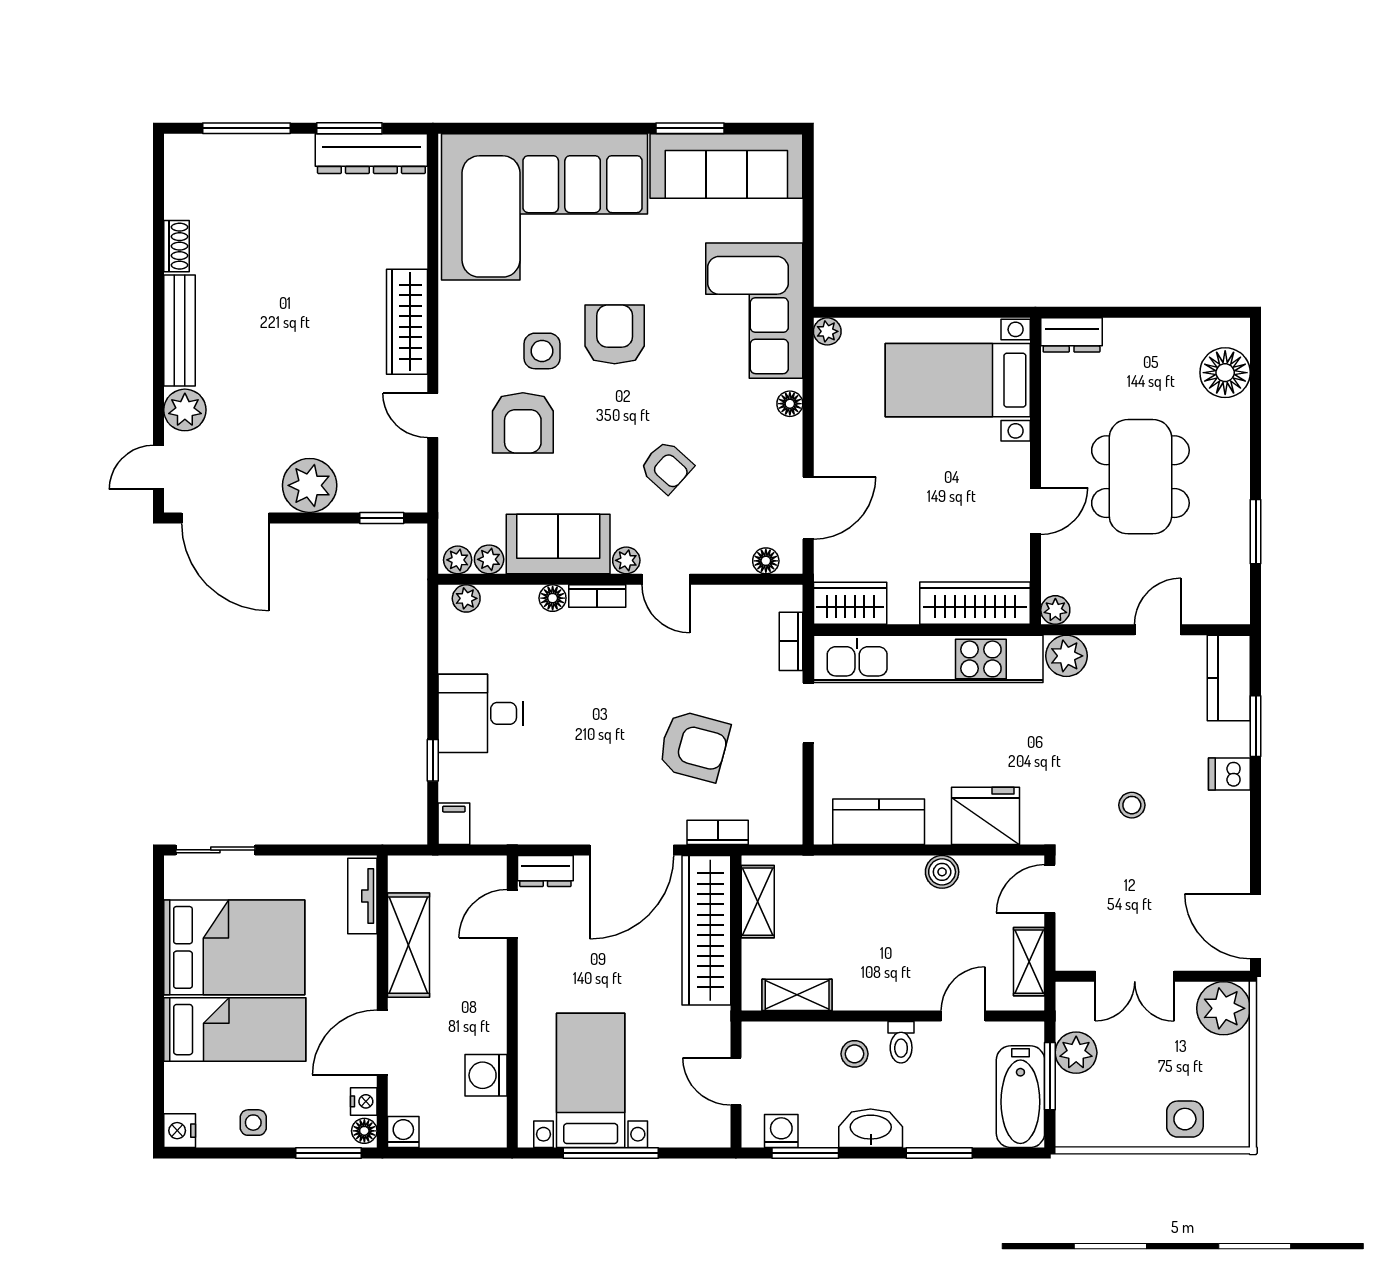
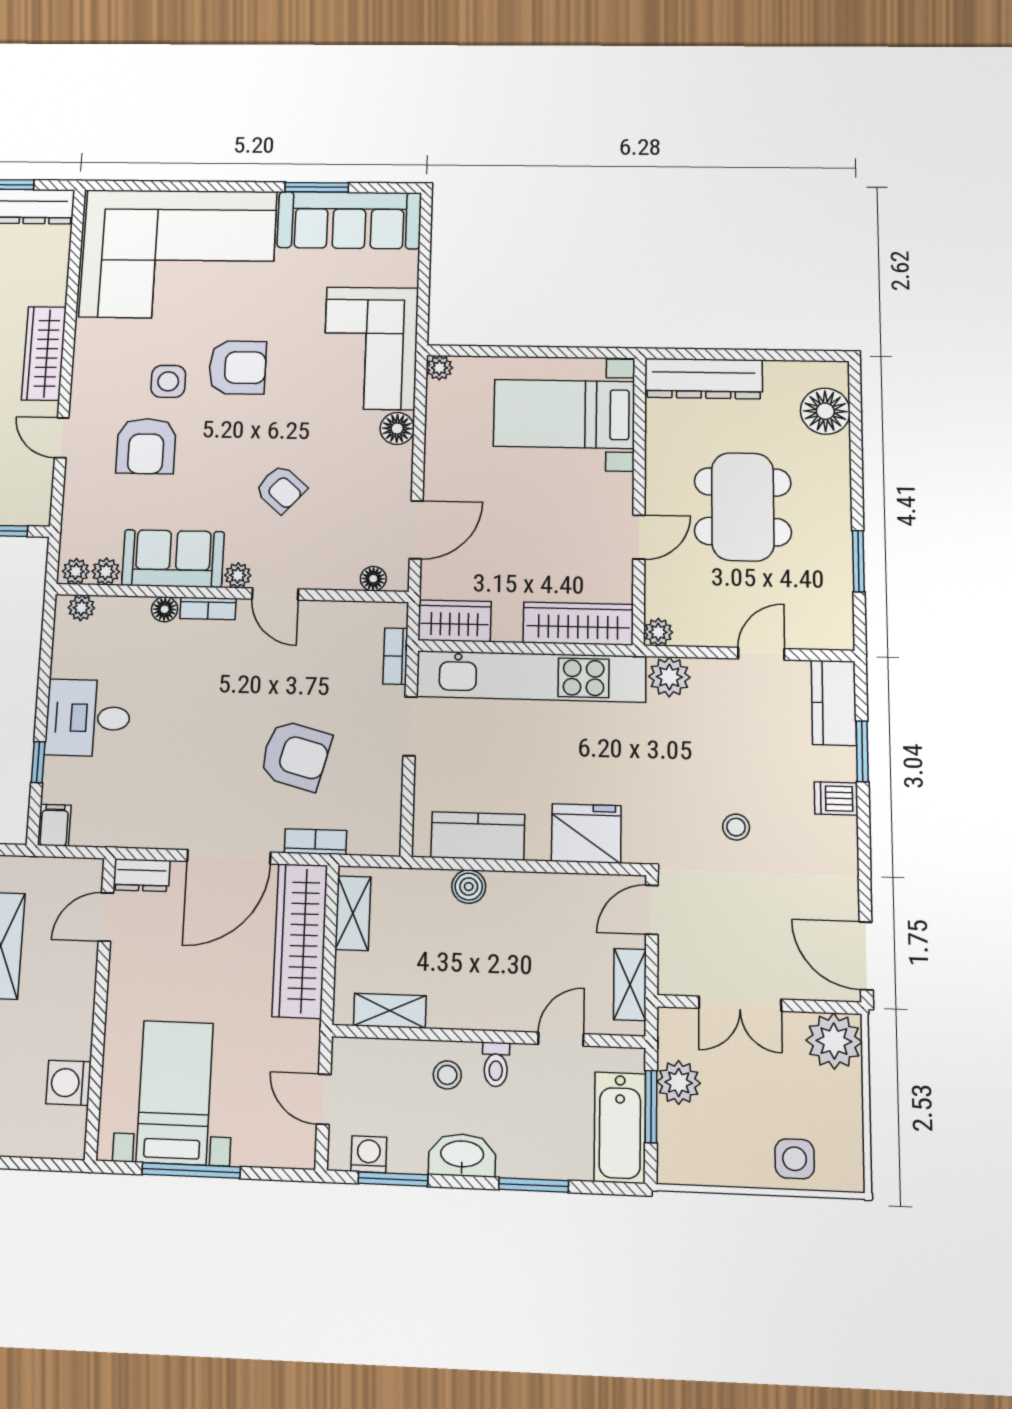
armchair: (615, 334) -> (237, 367), turned 90
dresser: (1072, 335) -> (704, 379), width x1.96, depth x1.24
floor lamp: (790, 404) -> (397, 428), width x1.37, depth x1.37
boiler: (942, 872) -> (469, 887), moved

